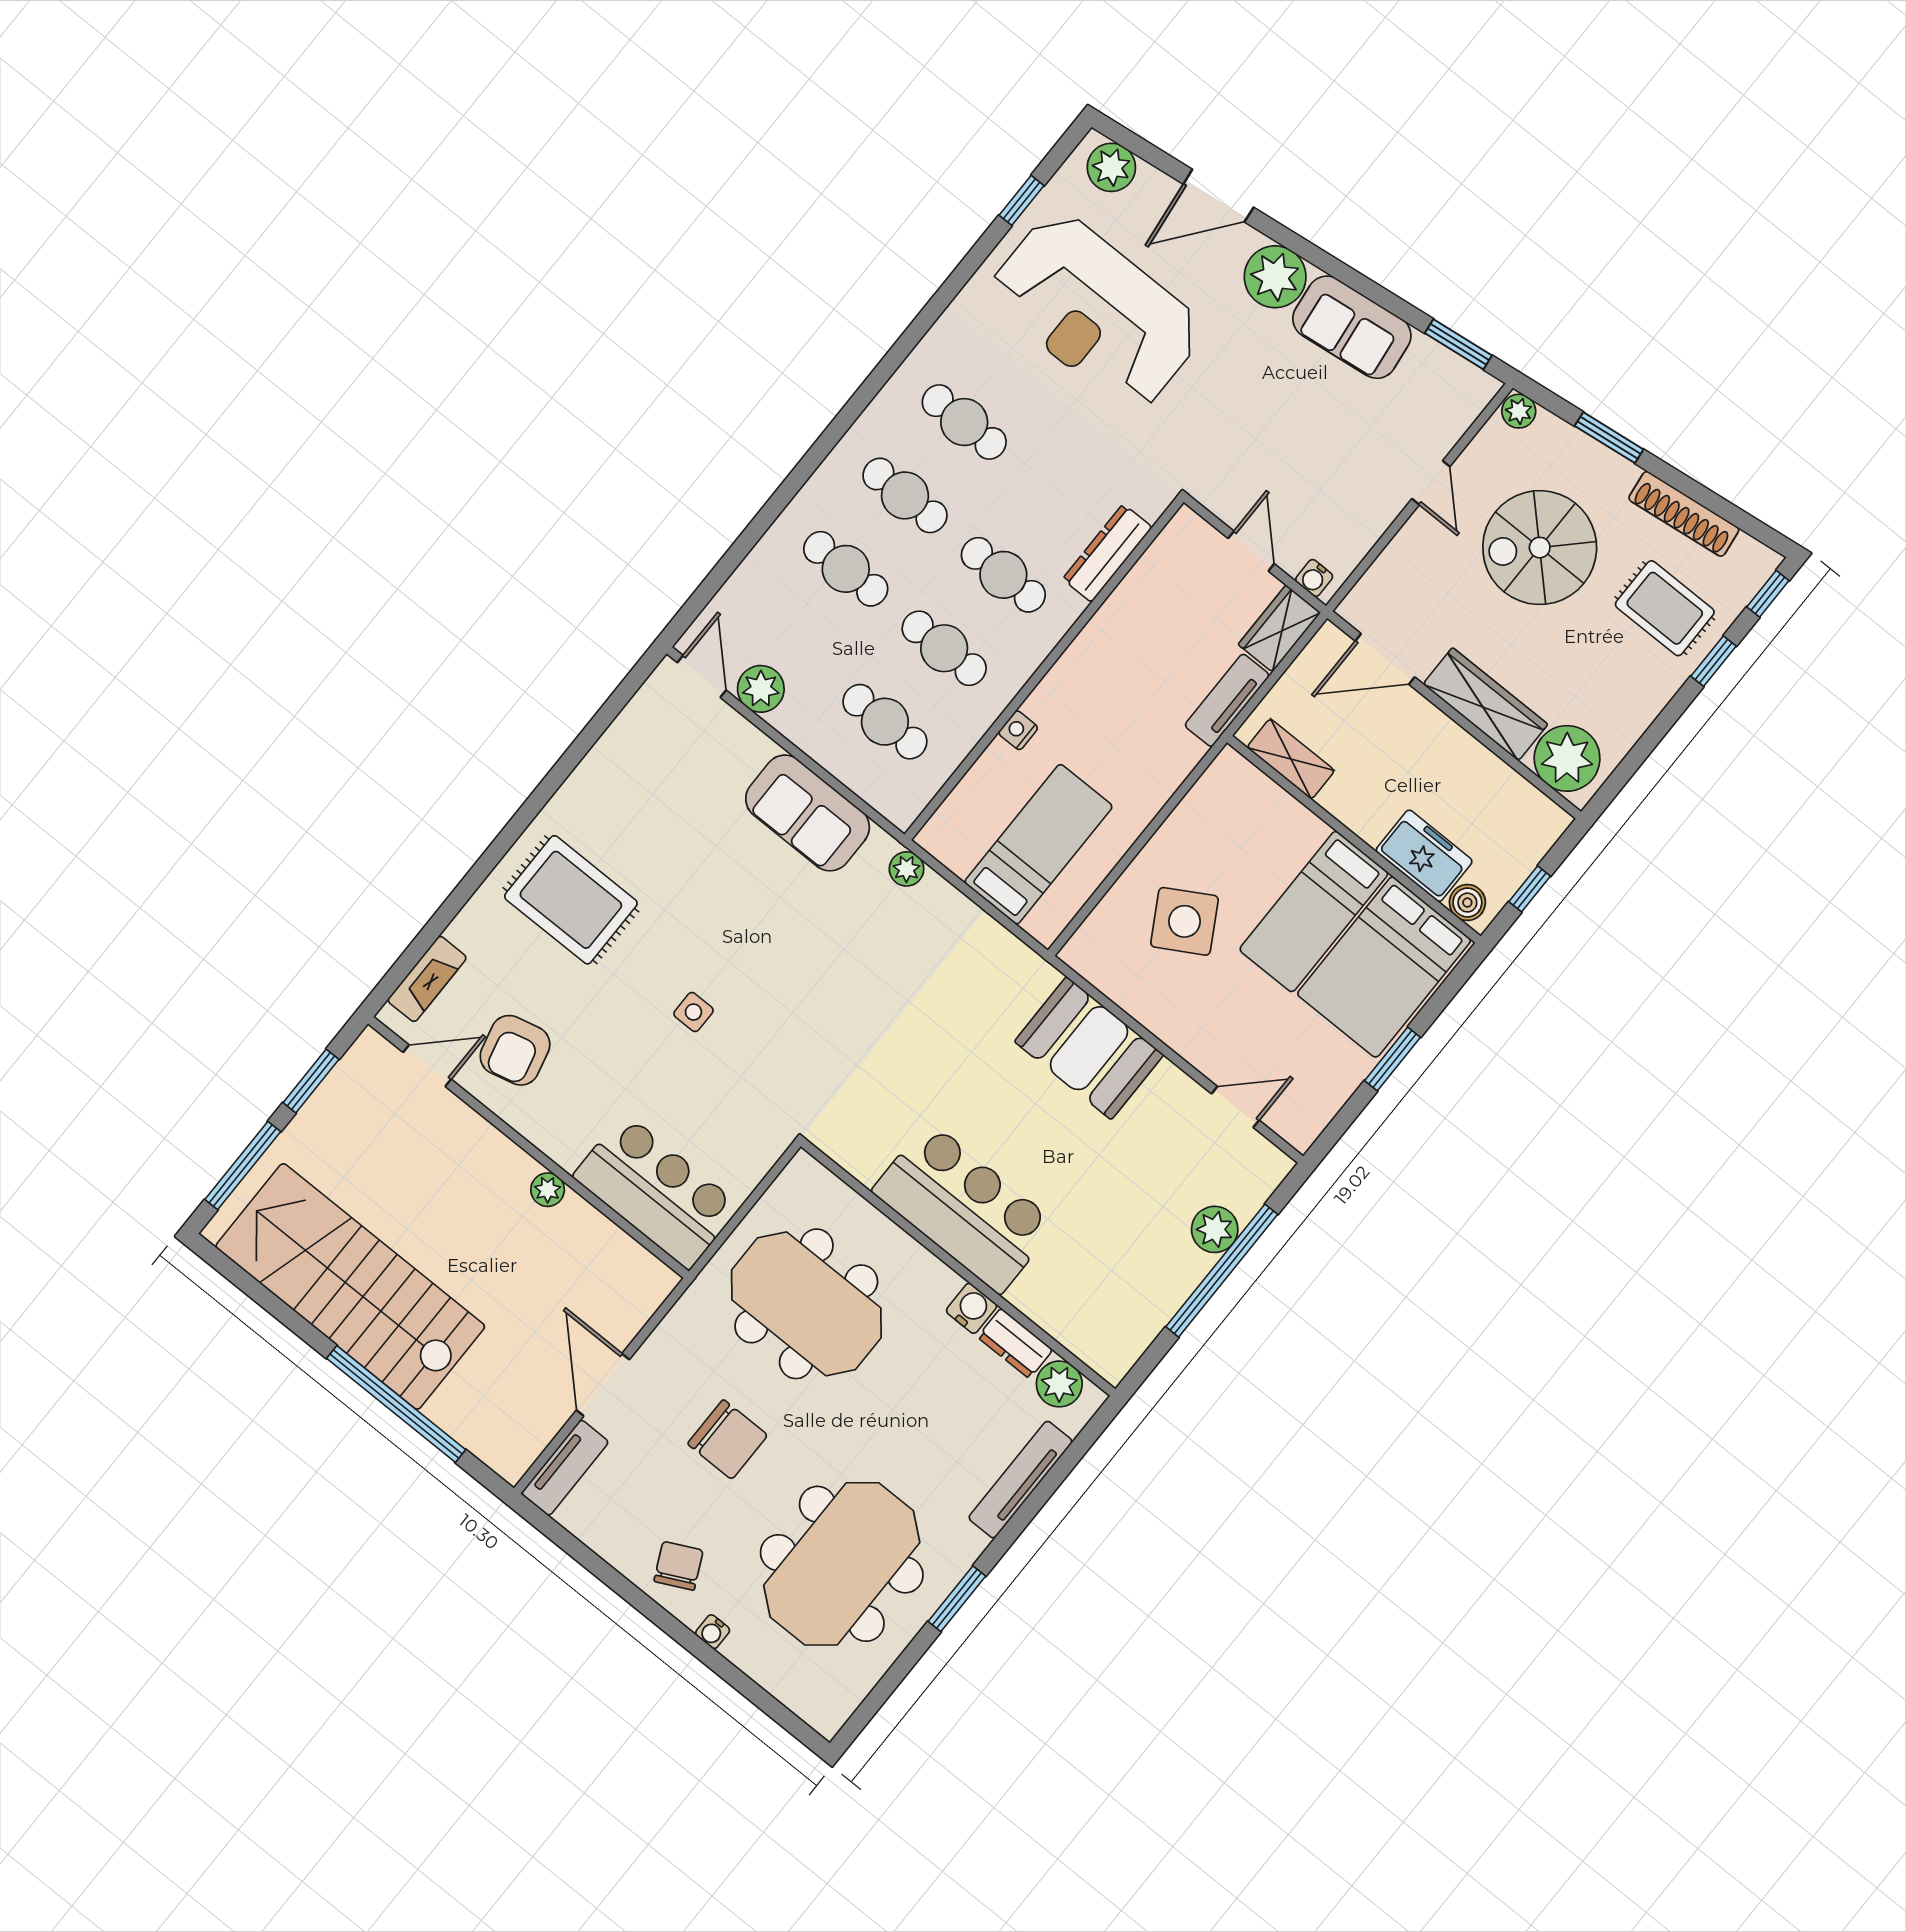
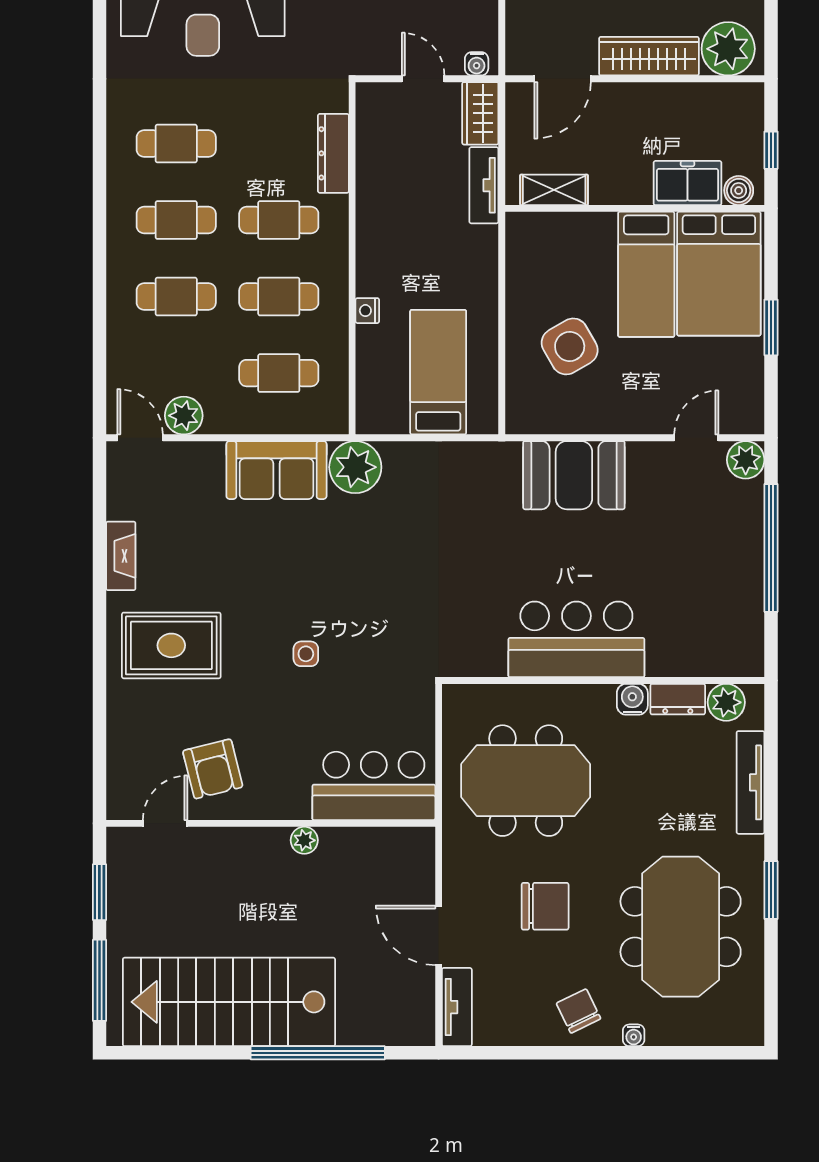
plant: (907, 869) -> (355, 467), width x1.88, depth x1.88
fireplace: (427, 979) -> (121, 556), moved
plant: (1215, 1229) -> (746, 460), moved

